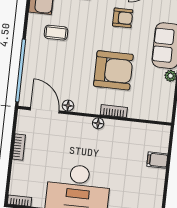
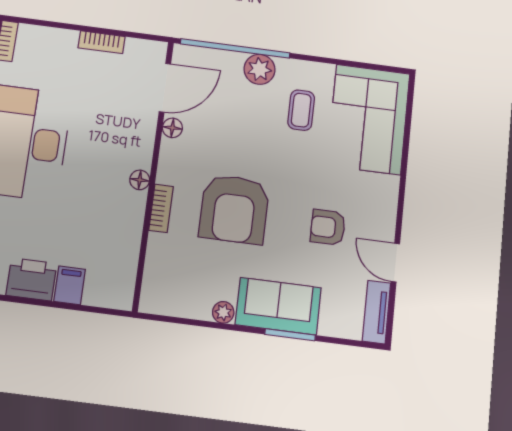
armchair: (123, 18) -> (328, 227), turned 90
plant: (33, 56) -> (260, 69), added
printer: (154, 181) -> (31, 279), added

